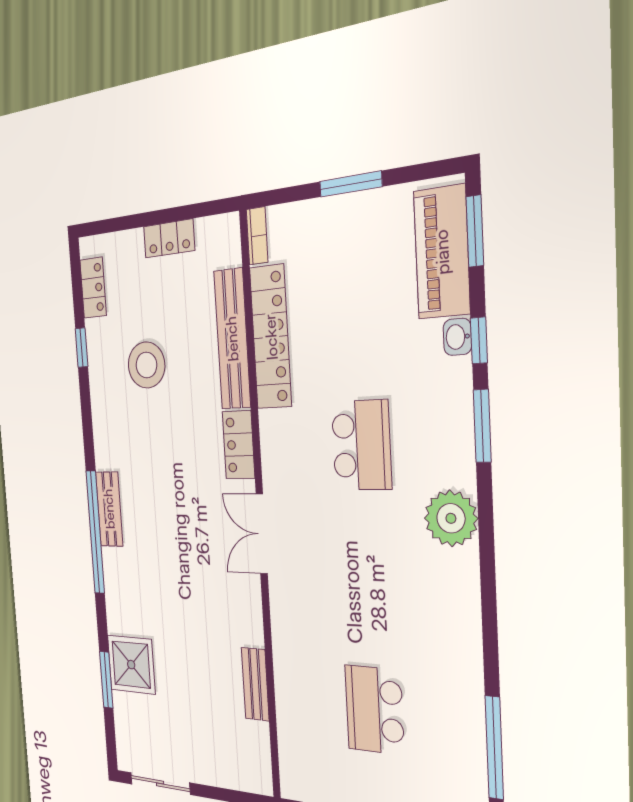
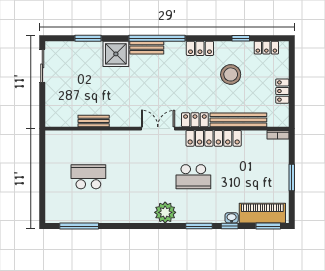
locker: (271, 337) -> (214, 138), moved
locker: (105, 438) -> (200, 48), added
bench: (109, 509) -> (147, 48), moved
shower: (131, 665) -> (116, 54), moved

